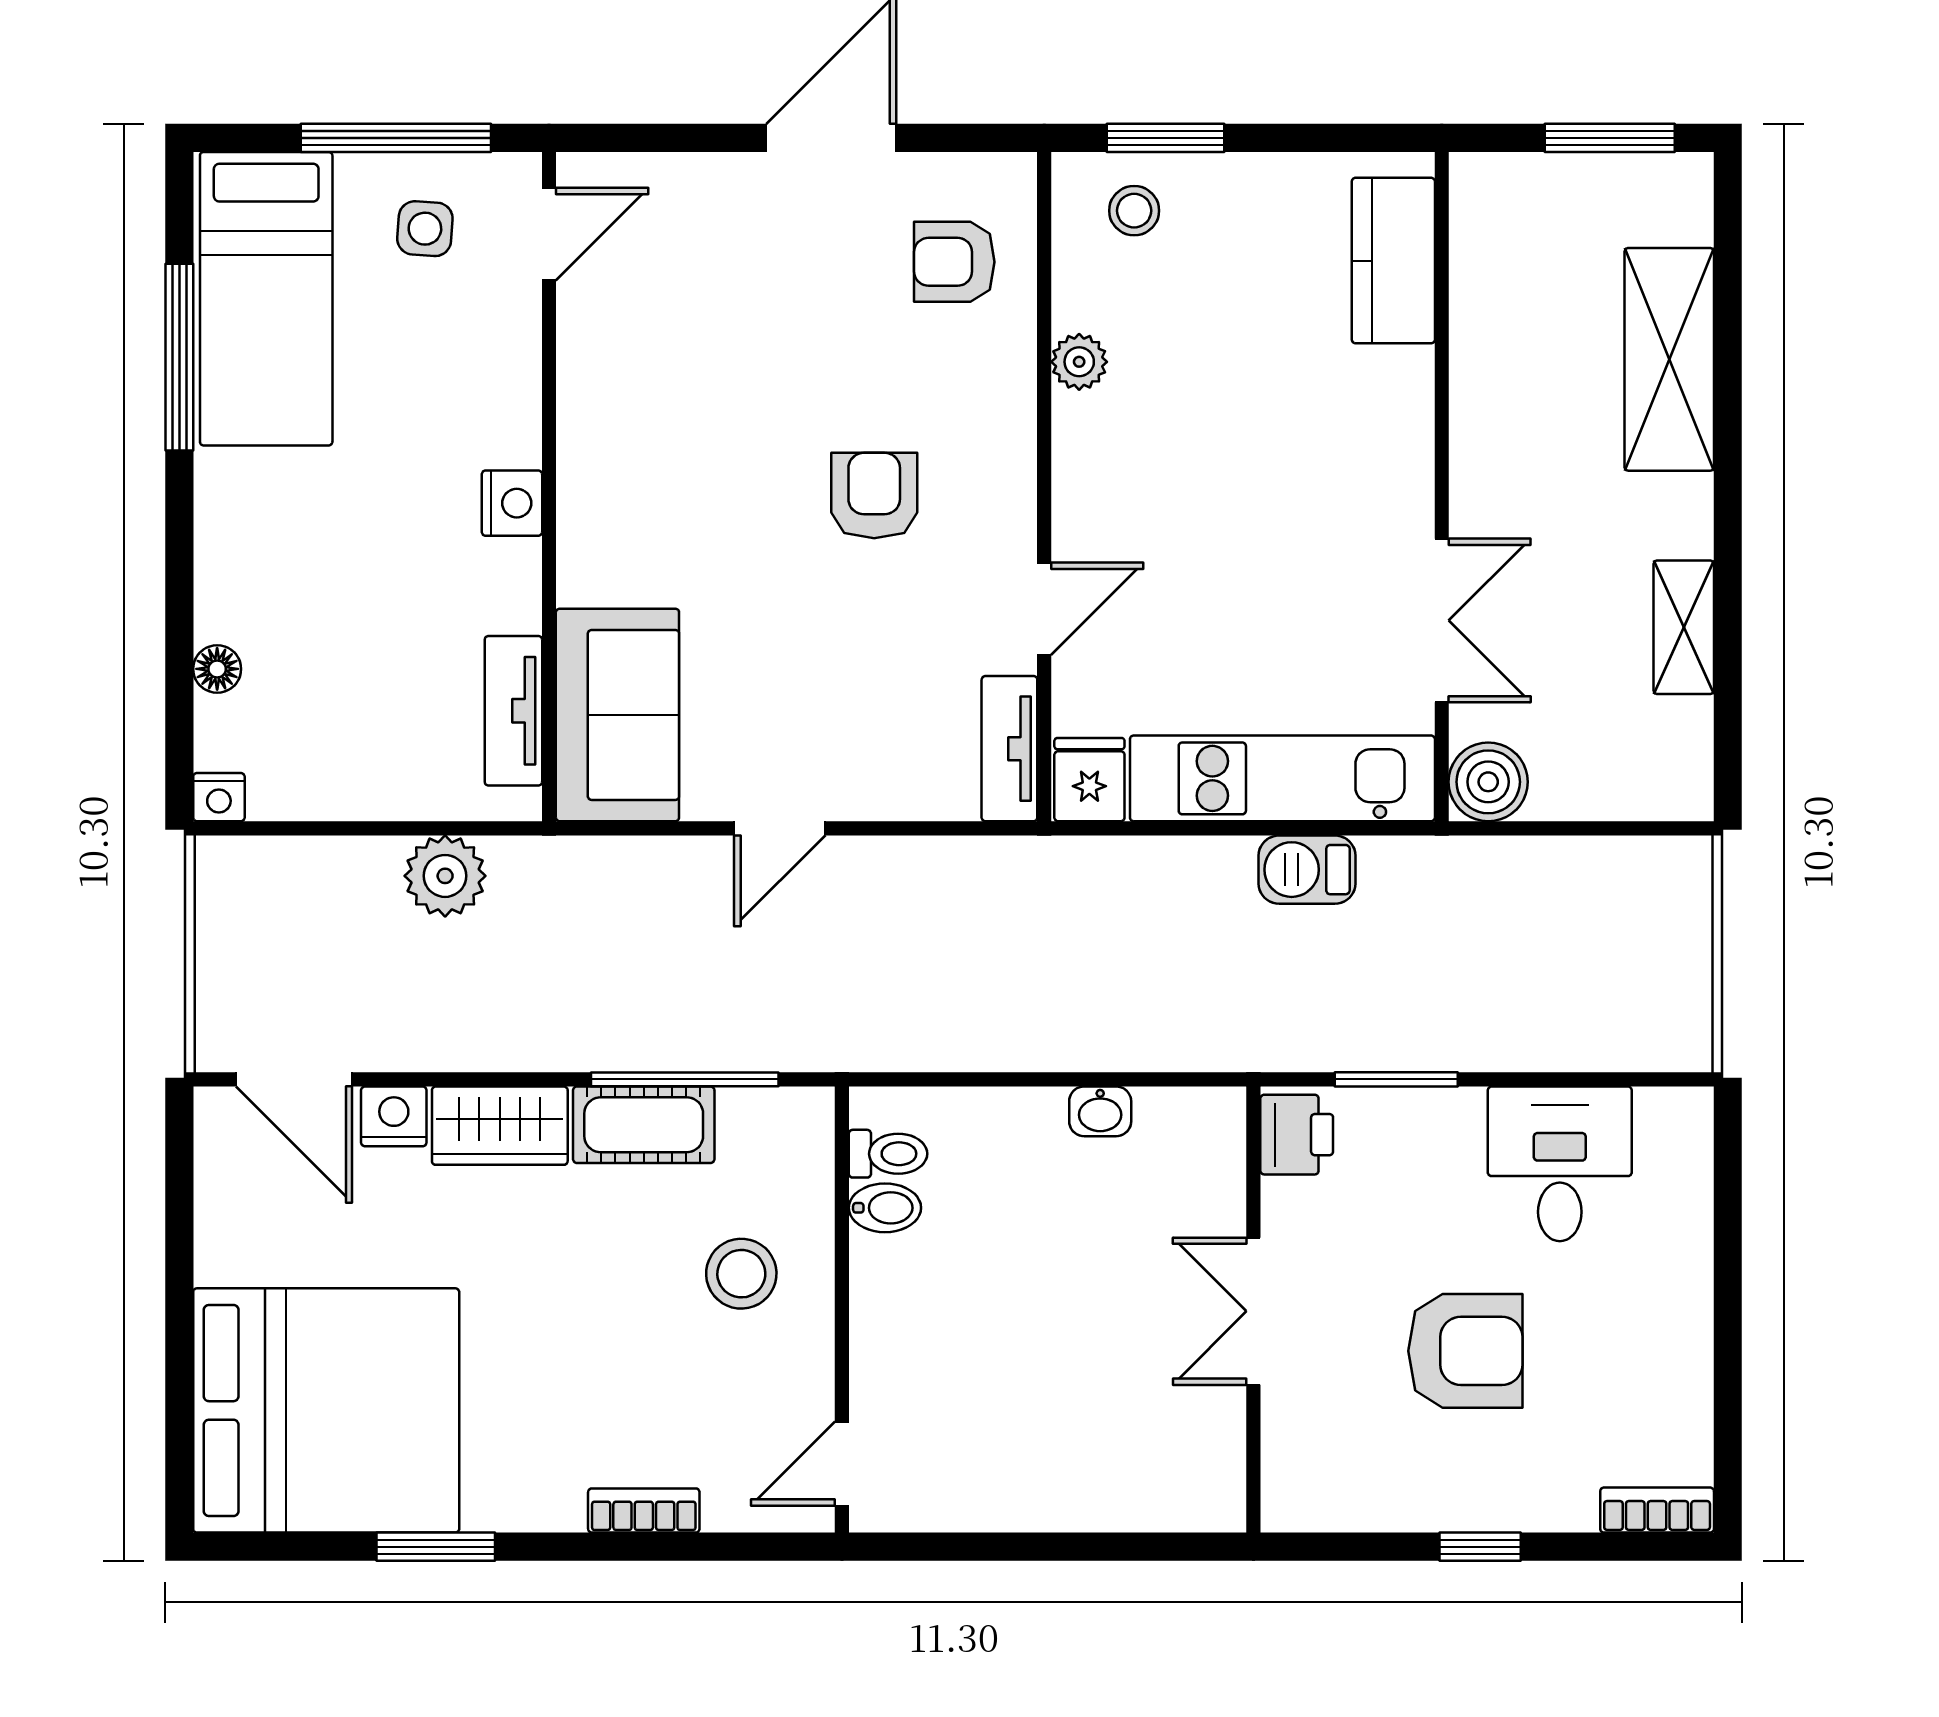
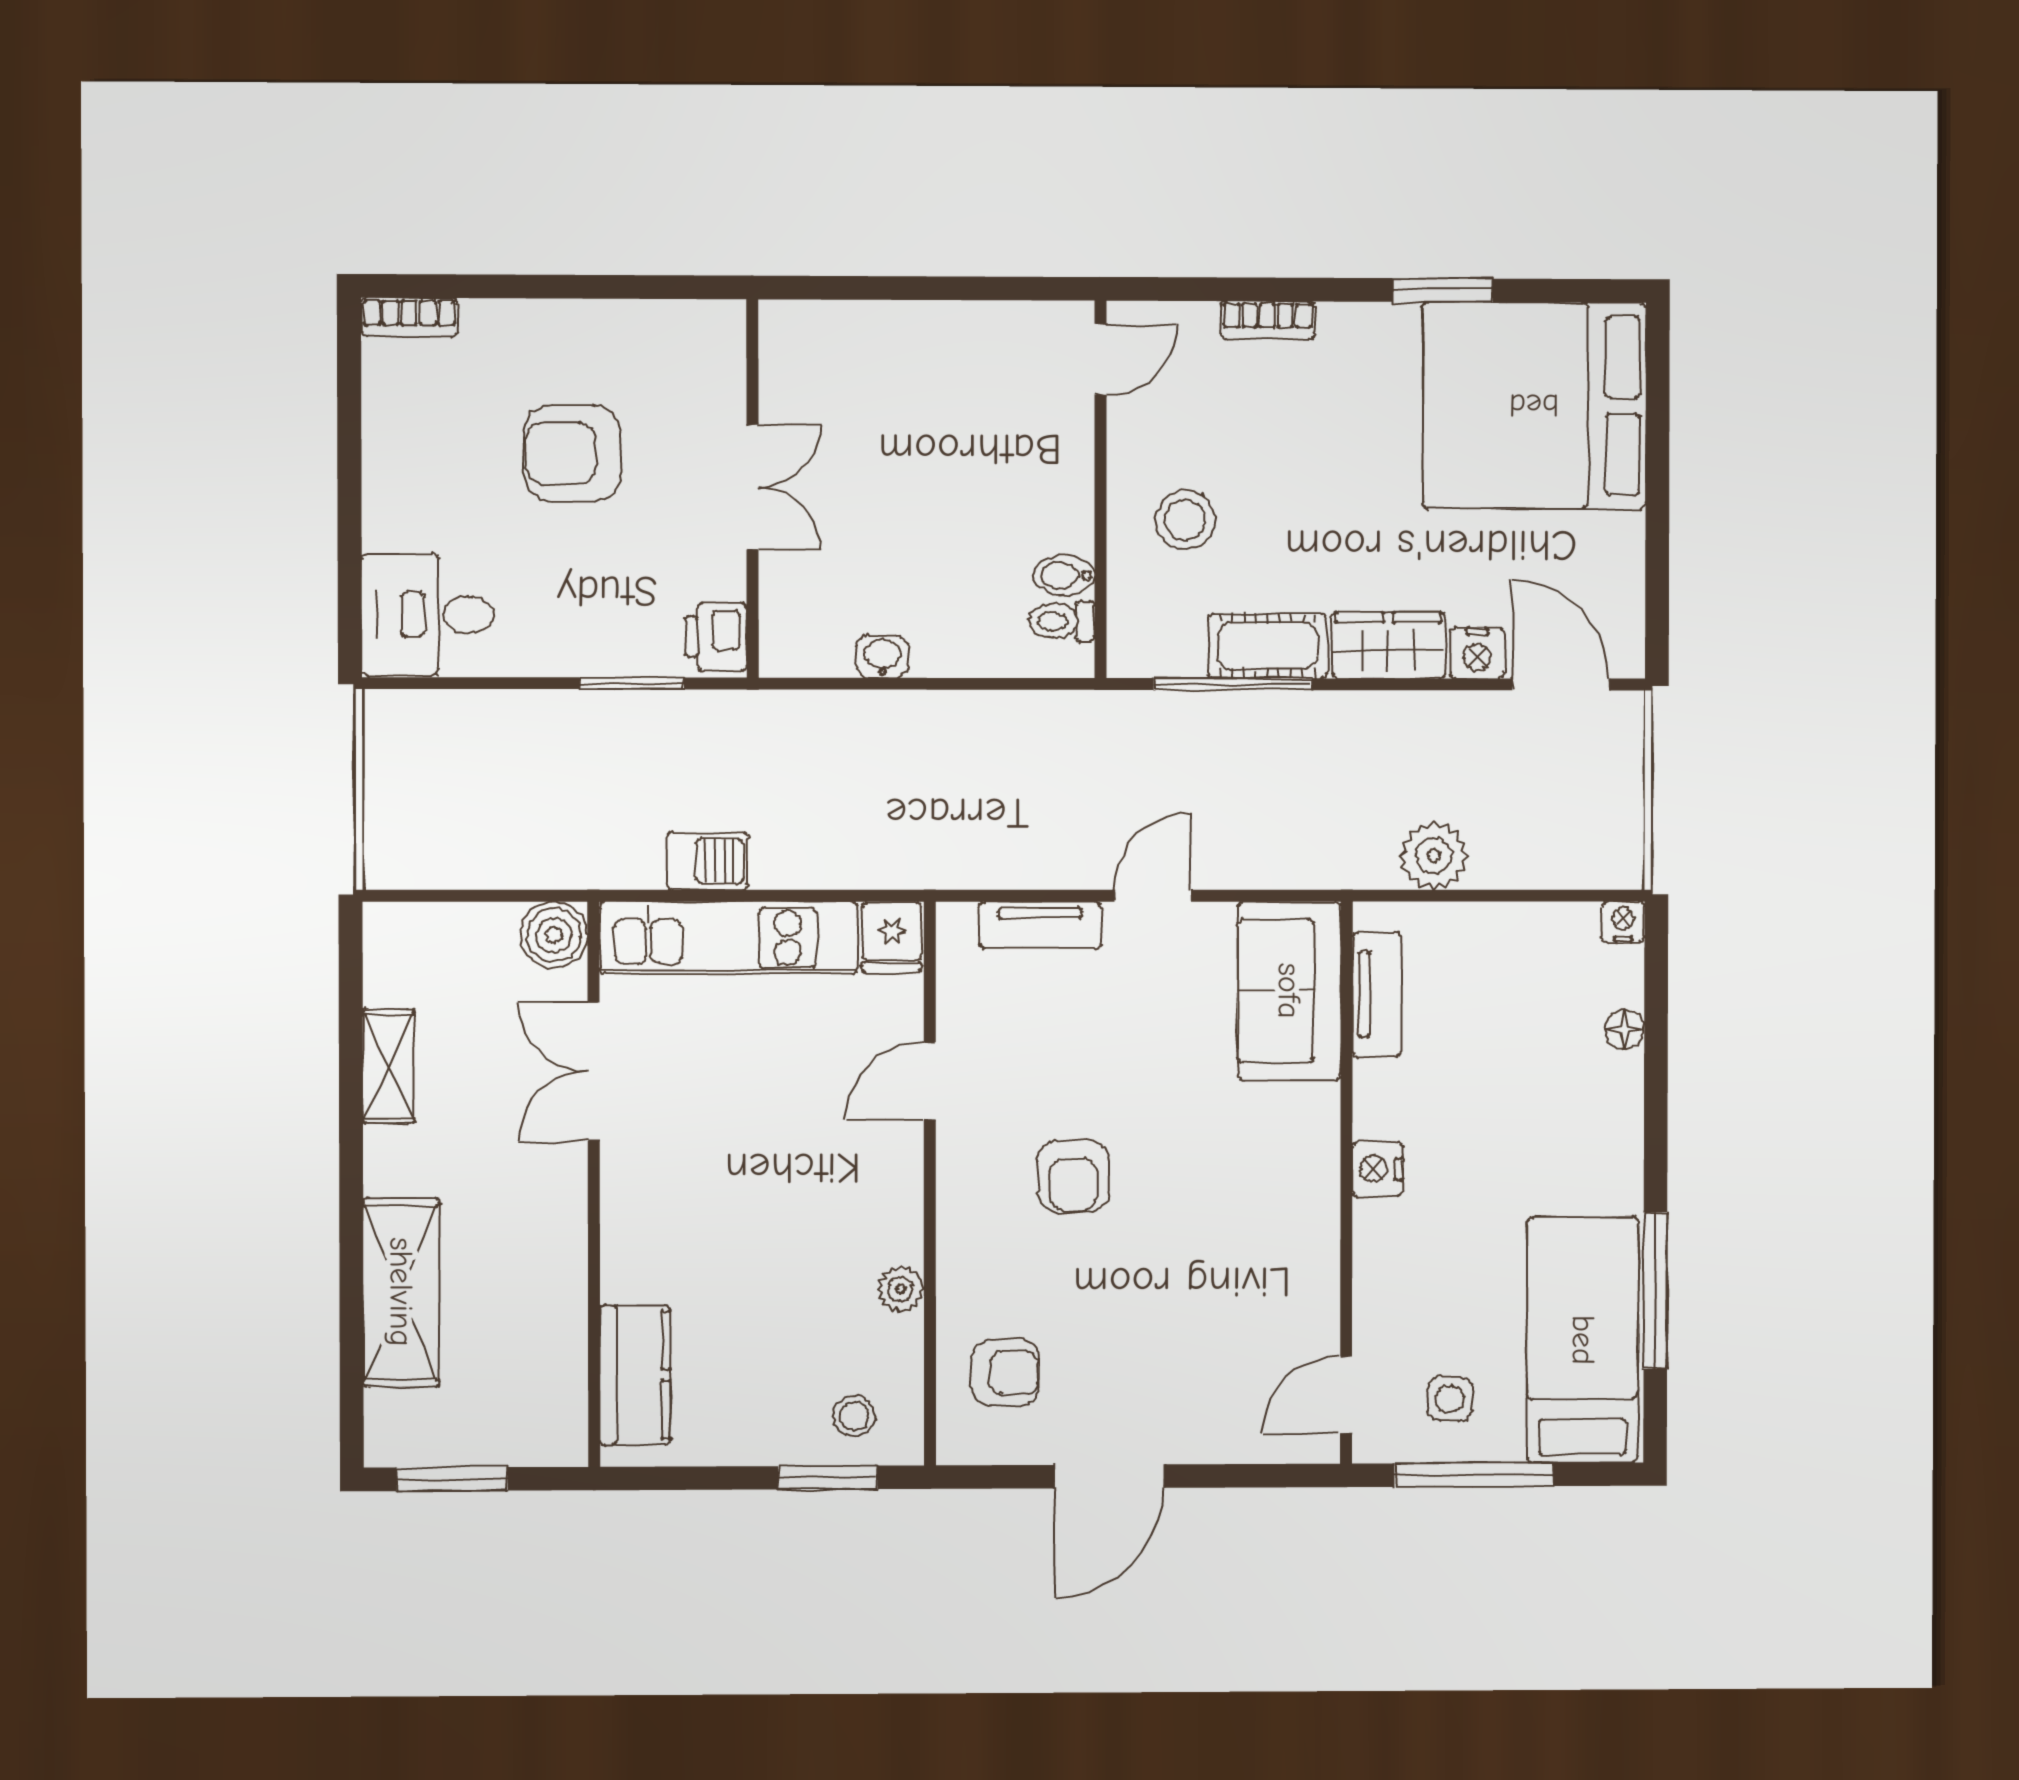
tv unit: (1009, 749) -> (1040, 925), moved, turned 90
desk: (1560, 1164) -> (428, 614), moved, turned 90
window: (1480, 1547) -> (560, 287), removed

